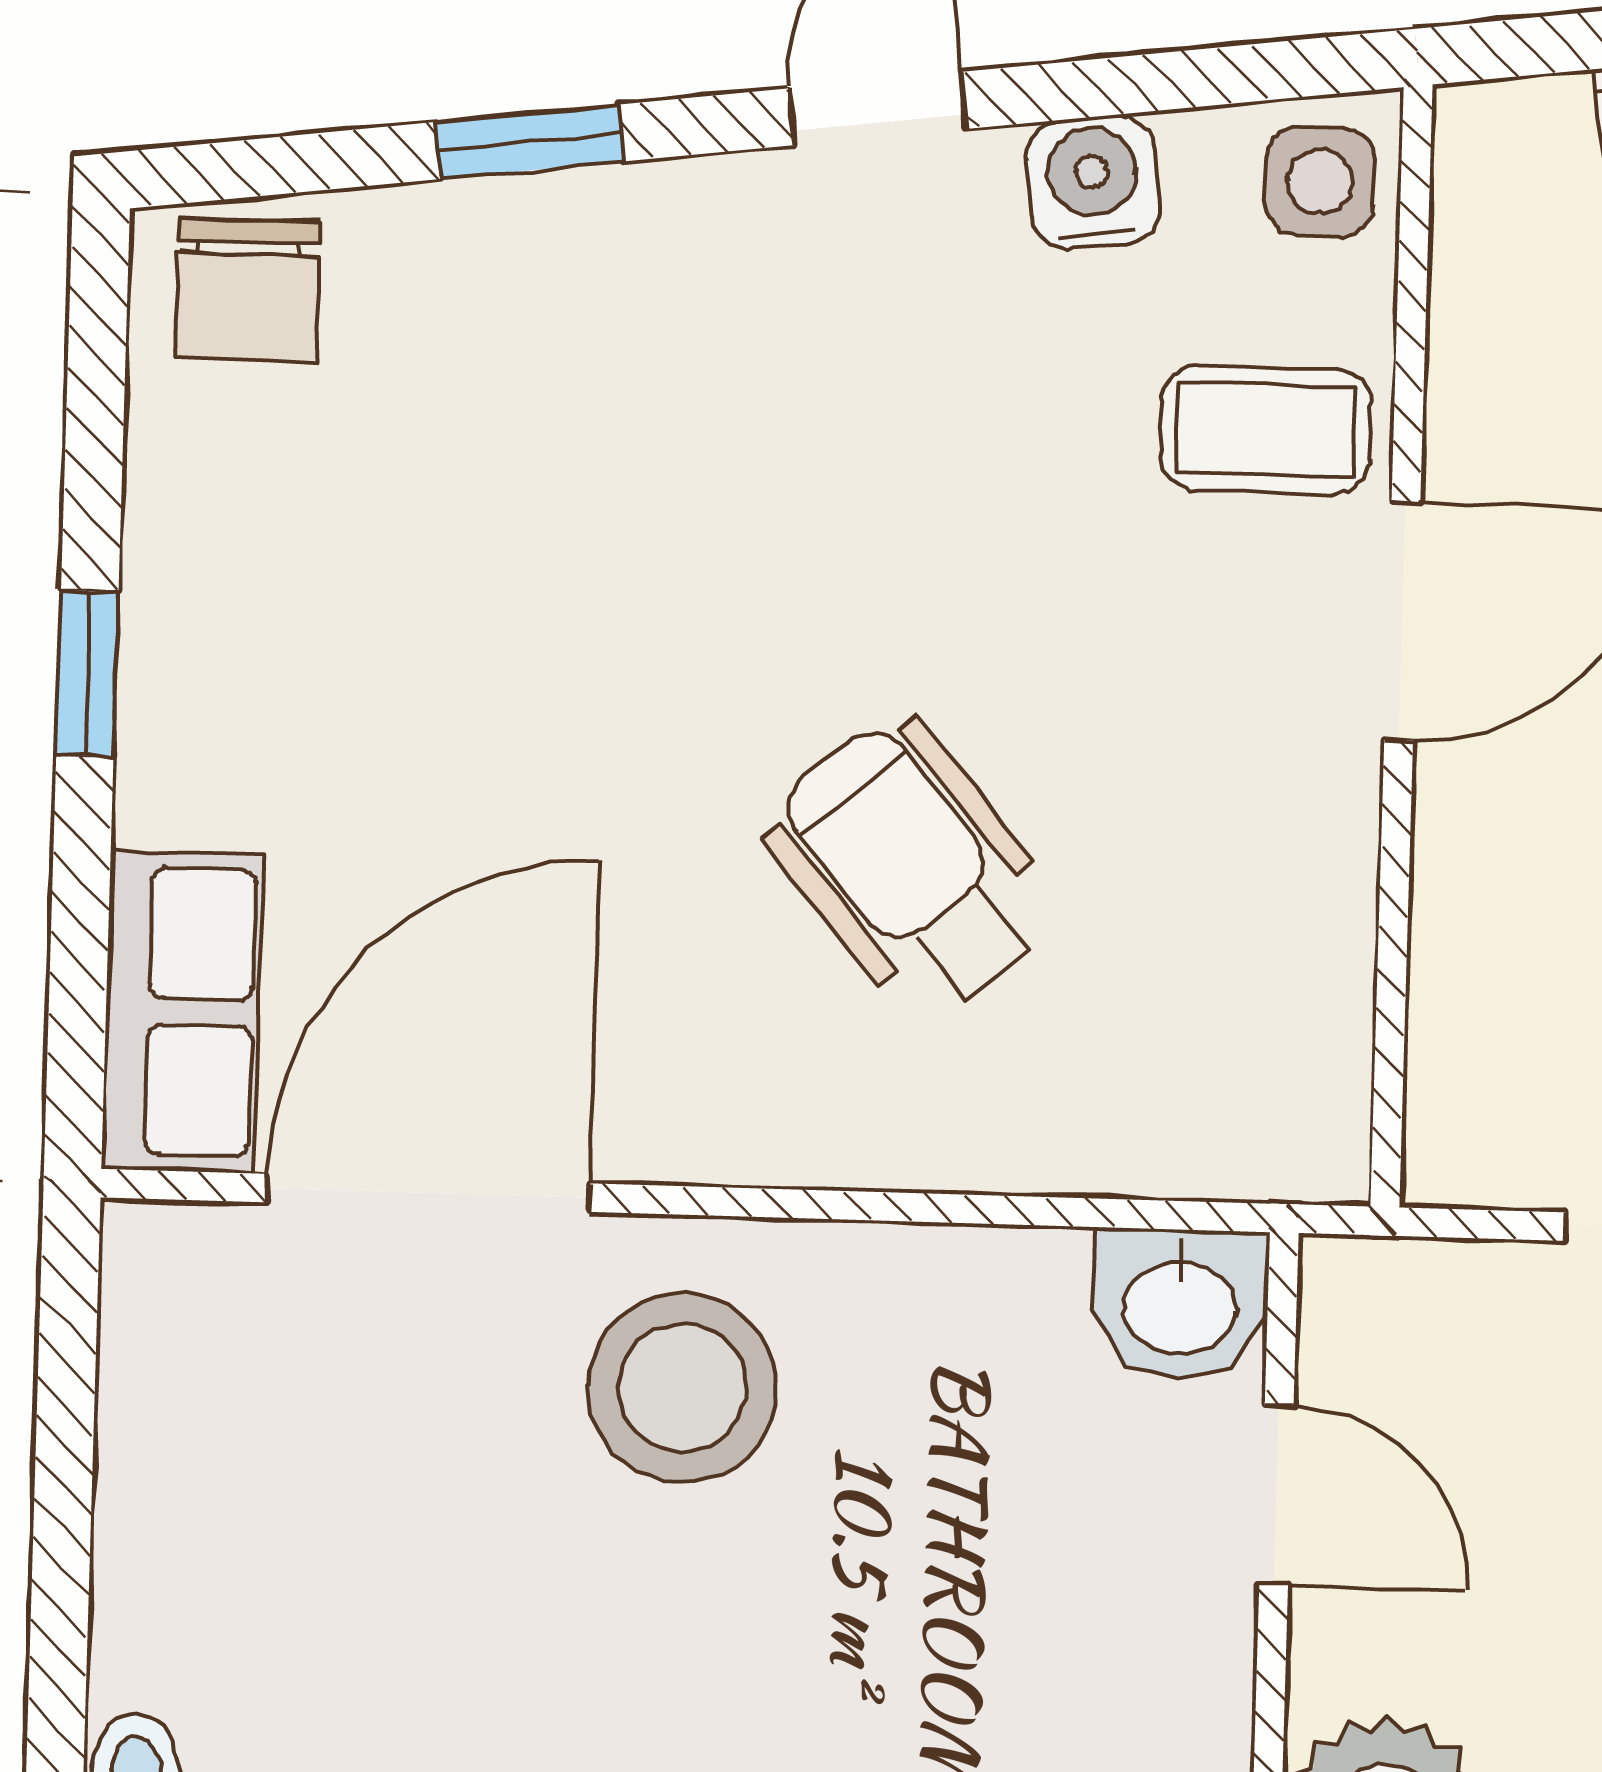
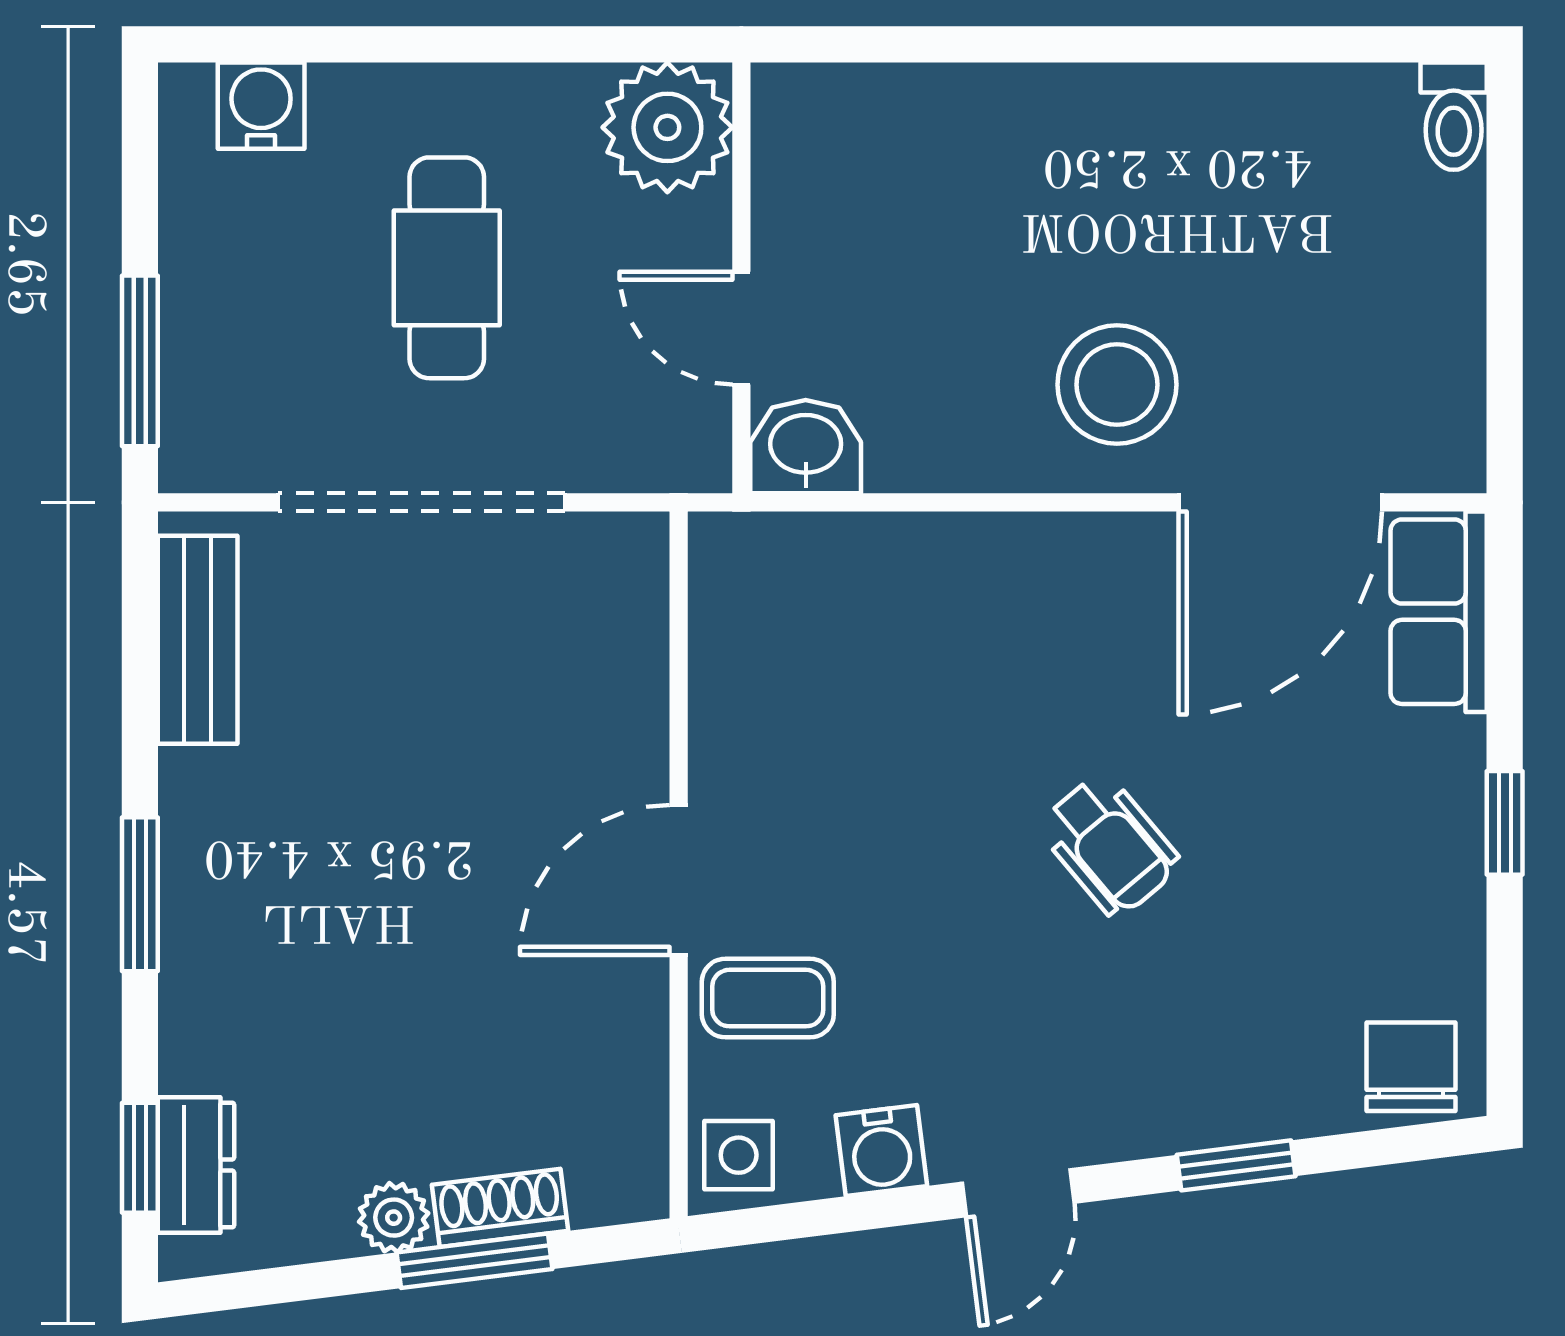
wheelchair: (911, 868) -> (1109, 845), moved, width x0.73, depth x0.73

